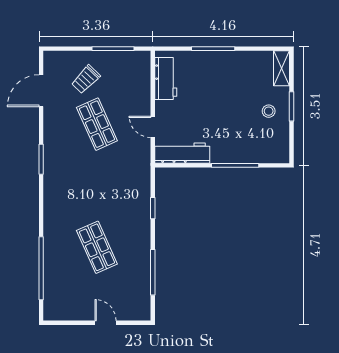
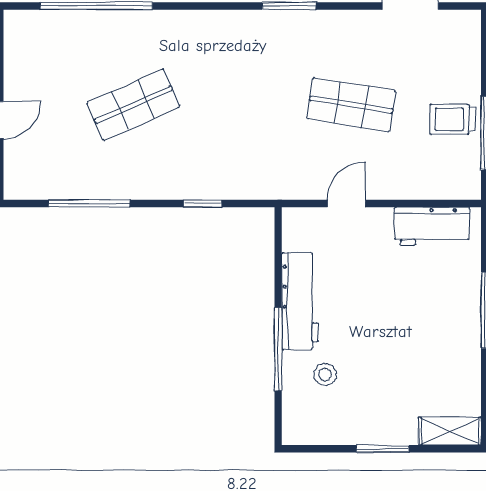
trolley: (86, 79) -> (453, 119), moved, turned -44
stool: (269, 111) -> (325, 375), moved
shop shelf: (97, 124) -> (351, 105), turned 33
workbench: (182, 153) -> (300, 301), moved

